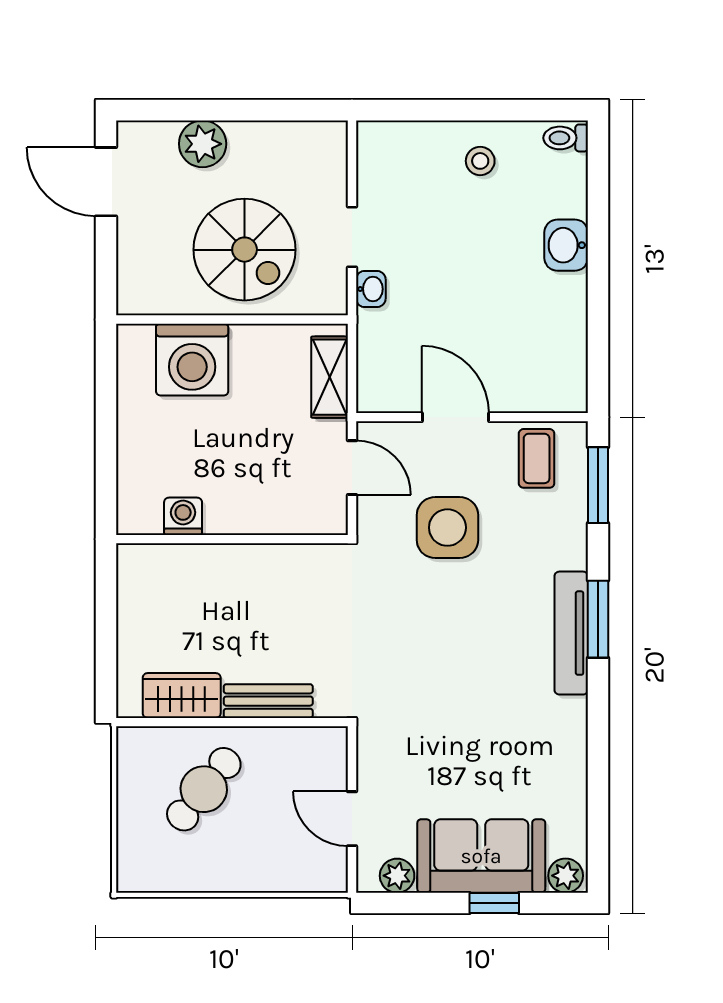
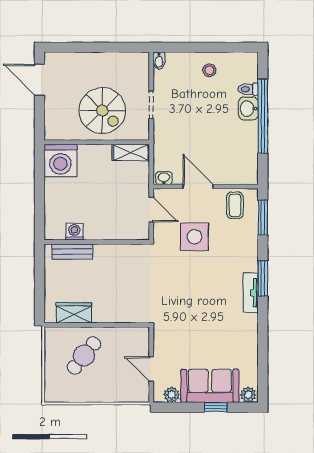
toilet: (566, 138) -> (248, 89), moved
bidet: (369, 139) -> (159, 61), added
plant: (203, 144) -> (83, 63), removed
window: (598, 262) -> (263, 116), added
washbasin: (371, 289) -> (164, 178), moved, turned -90
washing machine: (192, 360) -> (60, 161), moved
shelving: (330, 377) -> (131, 152), moved, turned 90
tv unit: (571, 633) -> (251, 293), width x0.71
bench: (268, 701) -> (72, 252), moved

